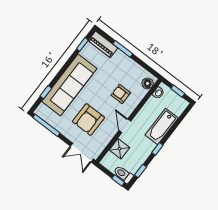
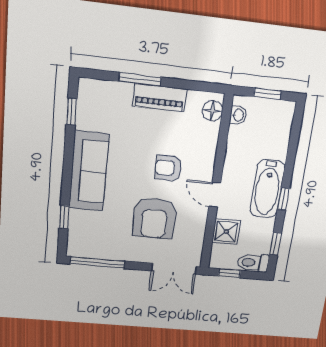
piano: (103, 44) -> (160, 98), moved
sofa: (69, 85) -> (89, 171), width x0.74, depth x0.79
armchair: (121, 94) -> (168, 168), moved
bathtub: (162, 126) -> (267, 189), moved
window: (118, 180) -> (230, 273), moved

